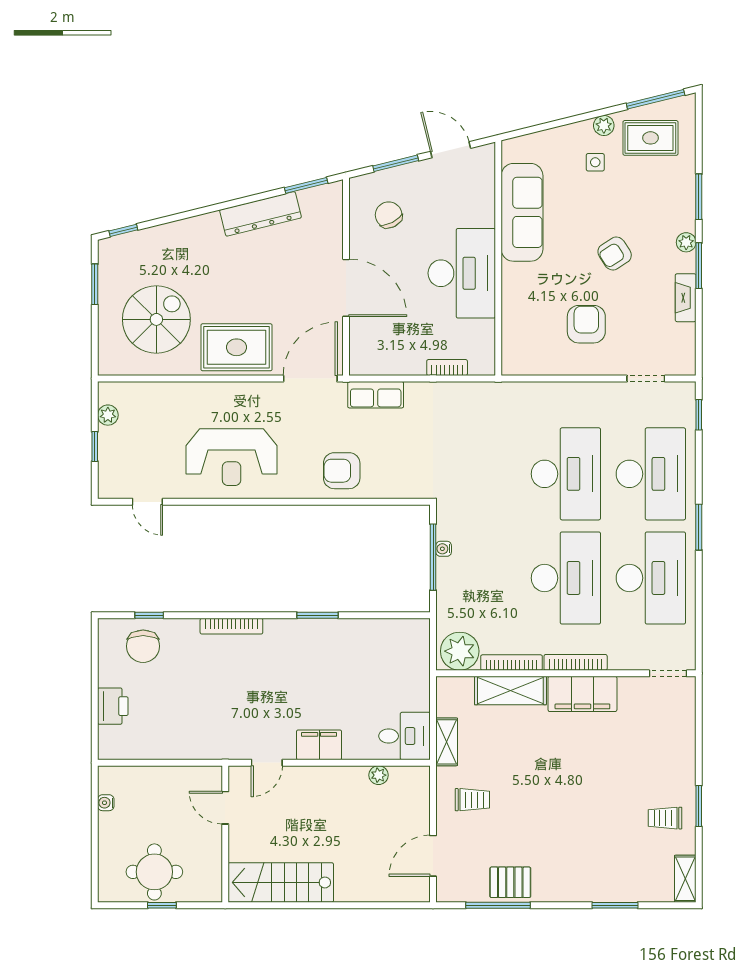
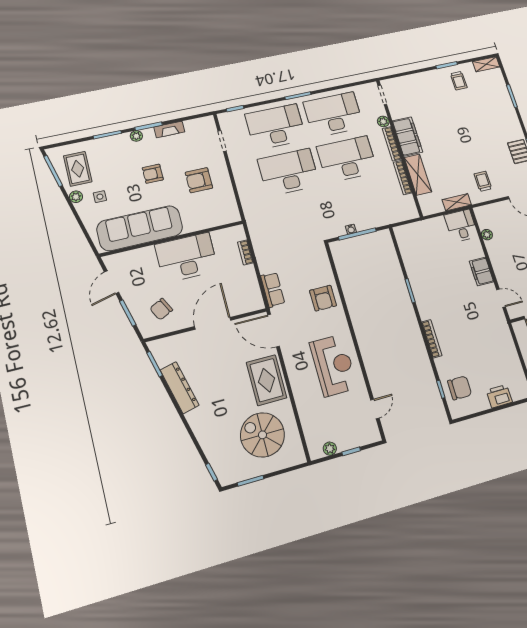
sofa: (522, 212) -> (140, 228), width x1.36, depth x1.27
armchair: (615, 253) -> (153, 174), turned 123
plant: (460, 651) -> (383, 121), moved, width x0.53, depth x0.53

